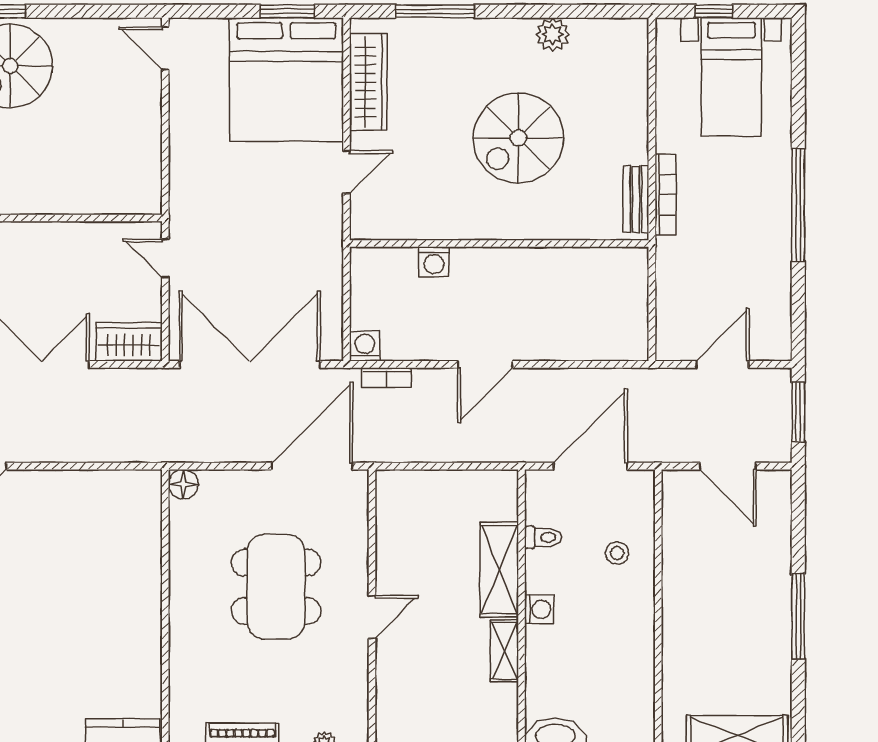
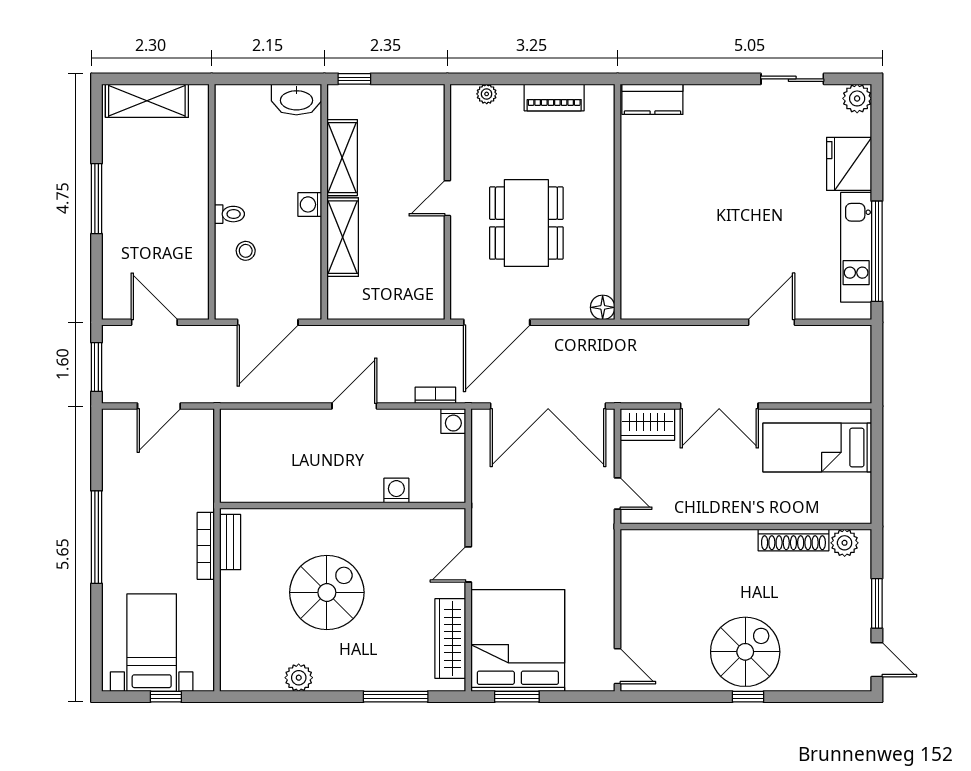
toilet: (543, 537) -> (229, 214), moved, turned 180
shelving: (504, 651) -> (342, 158), width x1.50, depth x1.33

